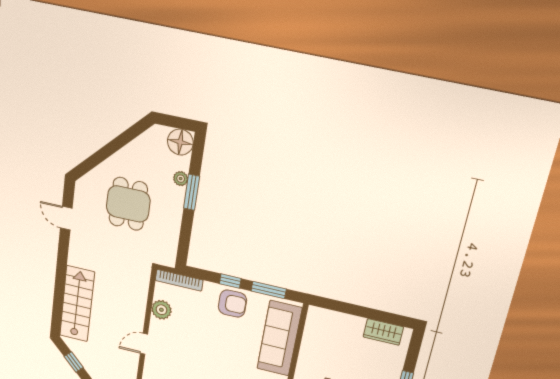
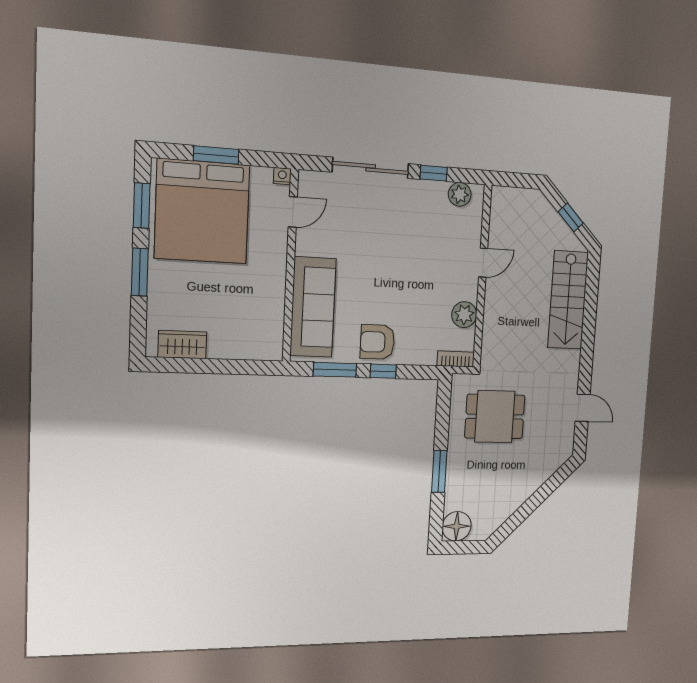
plant: (181, 179) -> (453, 485), removed
dining table: (128, 204) -> (495, 417), moved, turned 90
bookcase: (179, 280) -> (456, 359), width x0.64

